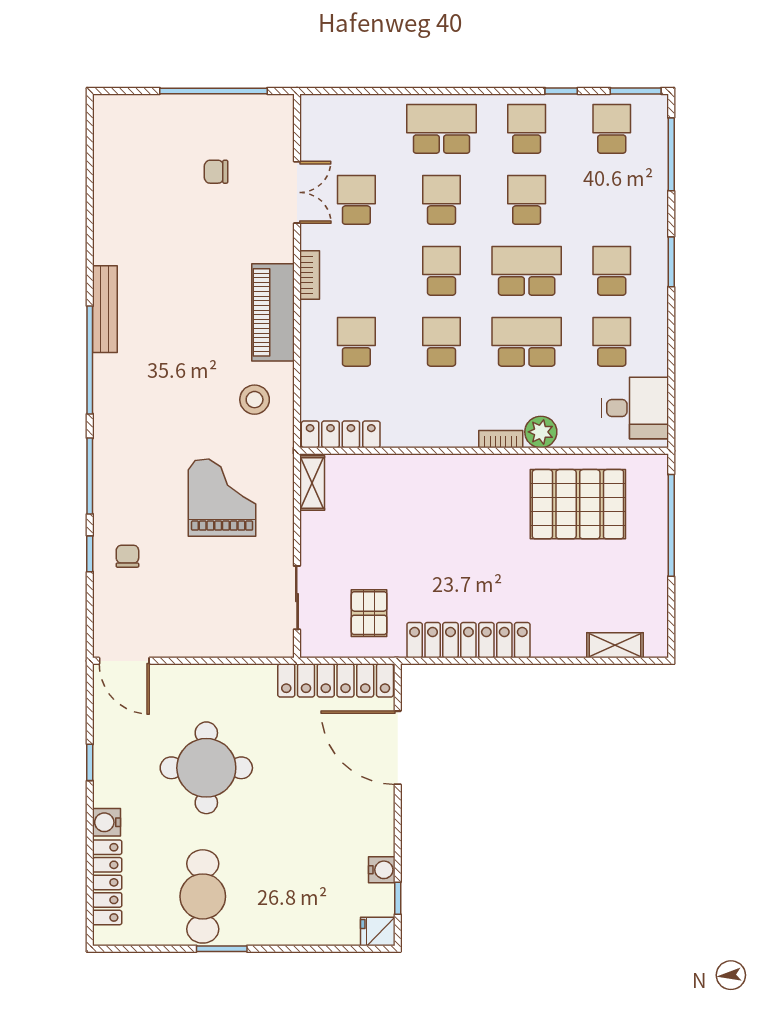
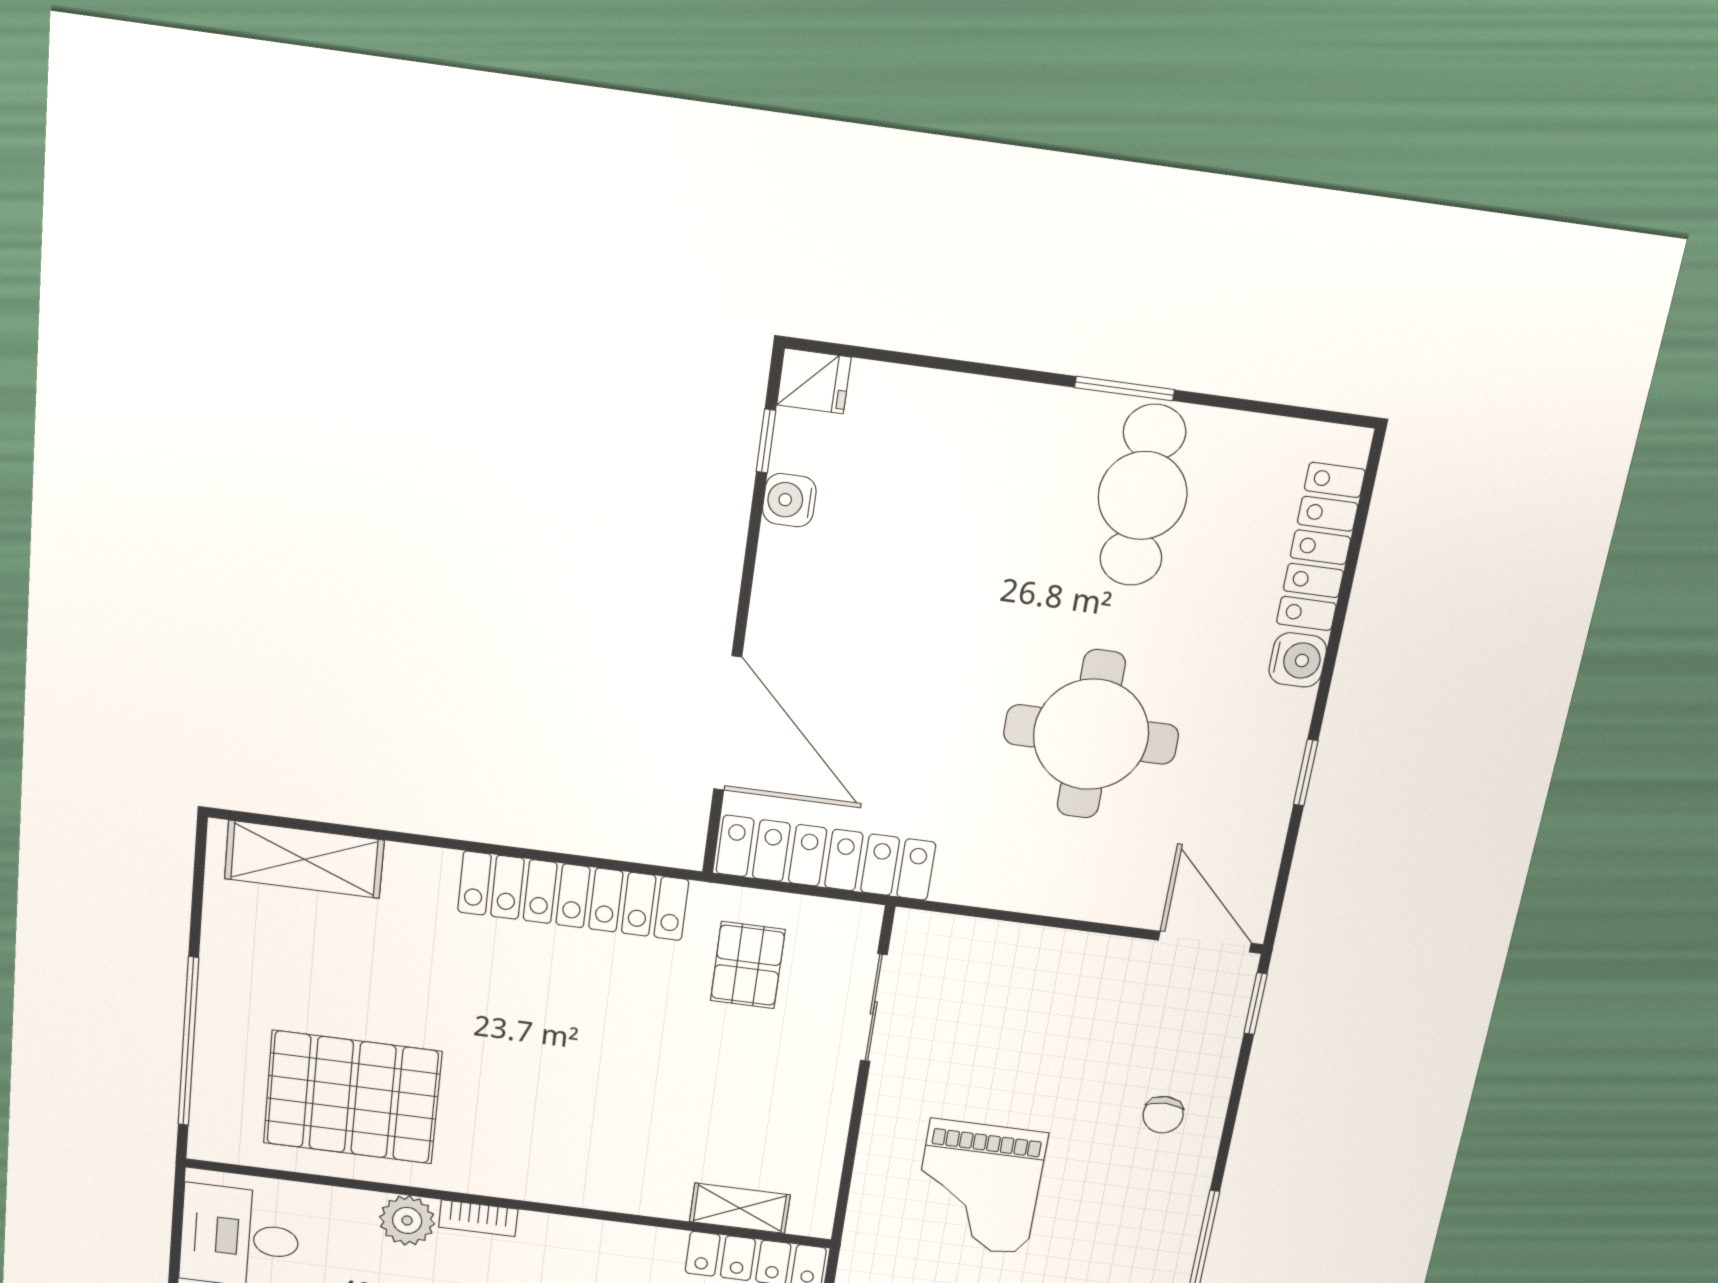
shelving: (312, 483) -> (740, 1208), moved, turned 90
window: (90, 554) -> (1256, 1004), moved
shelving: (615, 645) -> (304, 859), width x1.50, depth x1.33

